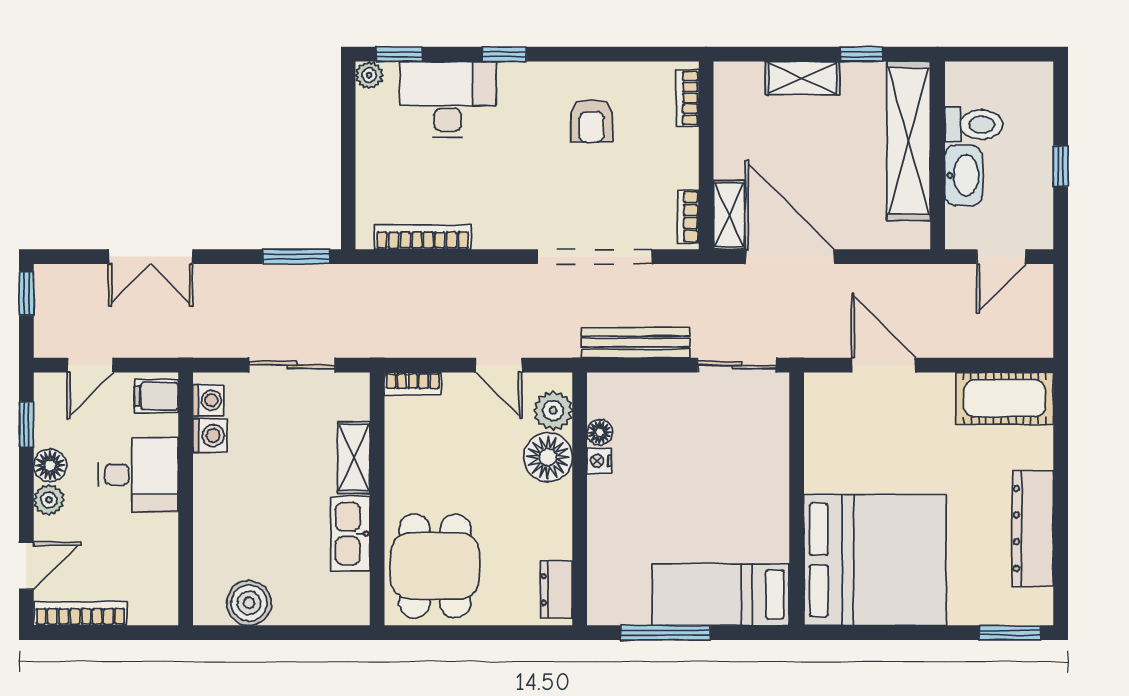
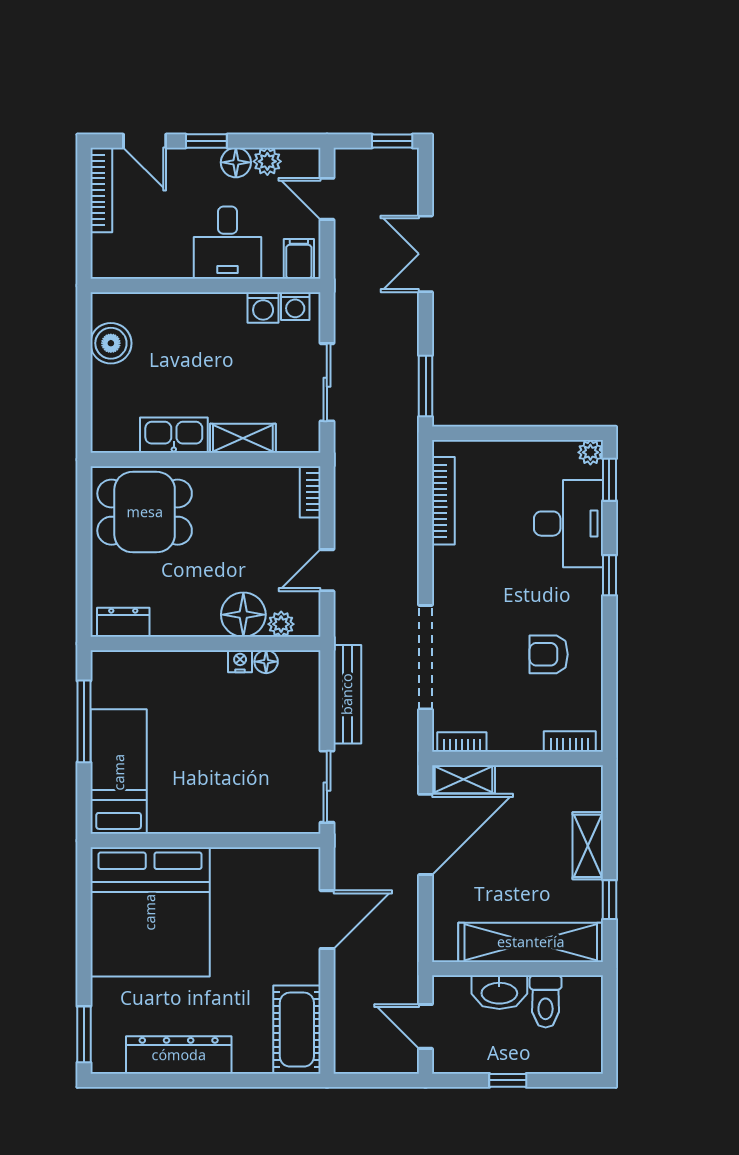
plant: (553, 410) -> (281, 624), width x0.73, depth x0.73
window: (26, 424) -> (206, 141), moved
plant: (49, 500) -> (267, 161), moved

